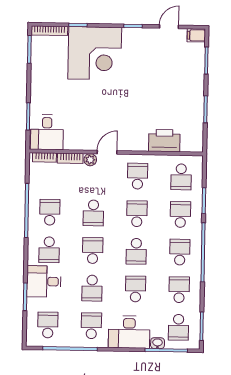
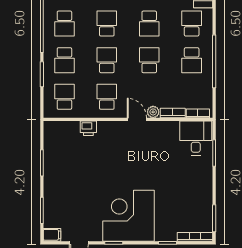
corner desk: (95, 53) -> (128, 216), moved
printer: (164, 141) -> (88, 128), width x0.53, depth x0.68
door: (107, 152) -> (137, 119), swing flipped
school desk: (138, 176) -> (107, 97), turned 180
school desk: (137, 214) -> (107, 60), turned 180

